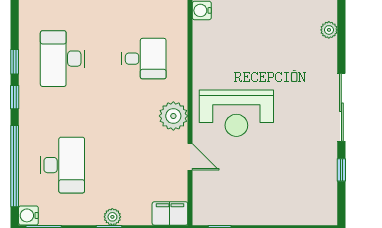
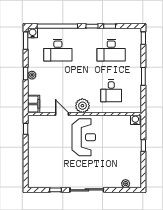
desk: (62, 59) -> (111, 50), turned 180
reception desk: (236, 113) -> (84, 137), turned 180
door: (190, 157) -> (62, 114), swing flipped

